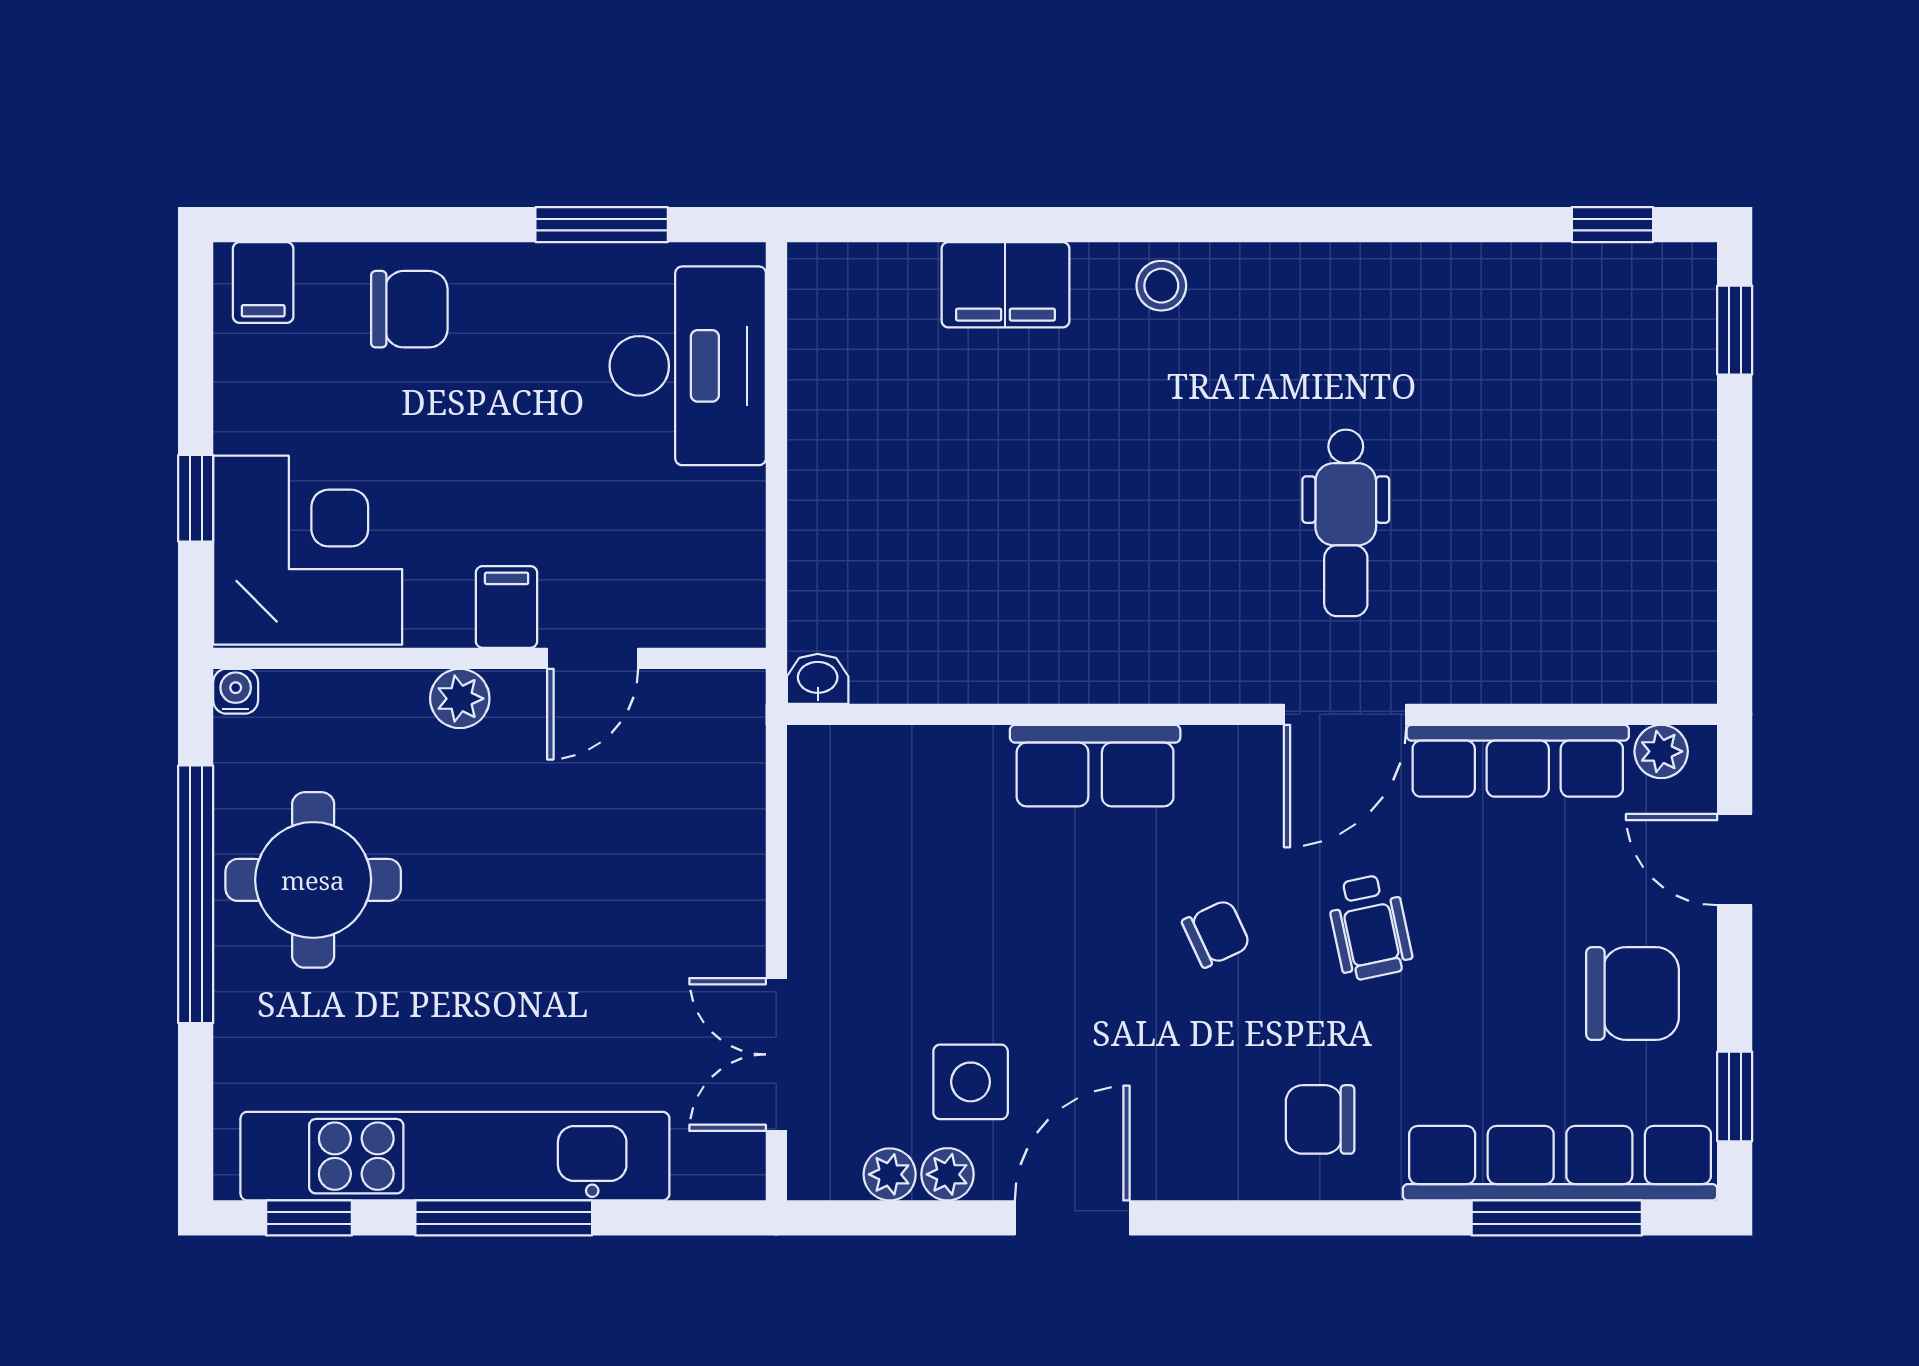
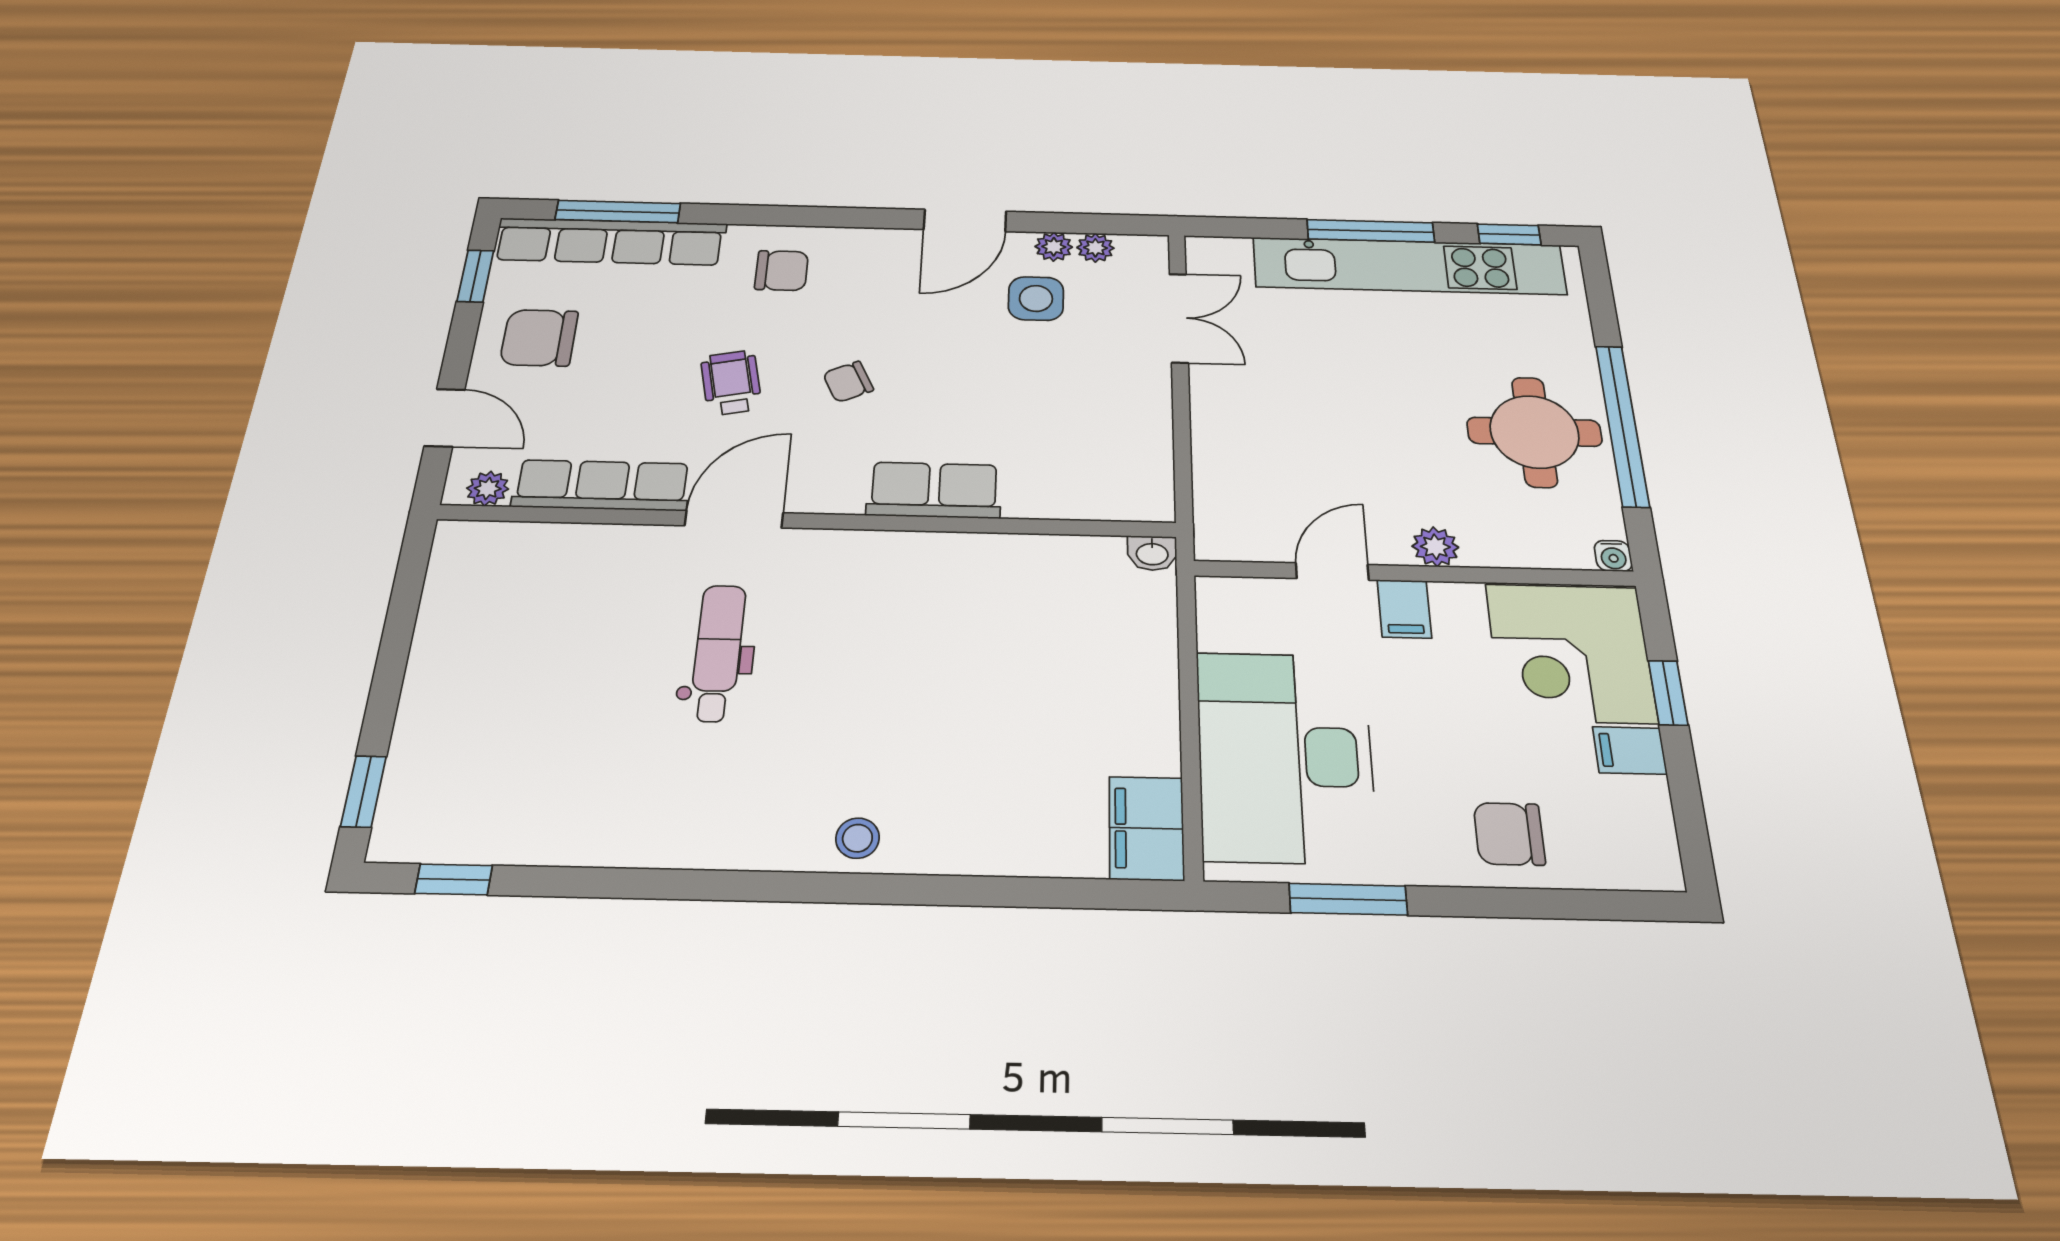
filing cabinet: (263, 282) -> (1630, 750), moved, turned -90
filing cabinet: (1005, 285) -> (1146, 828), moved, turned -90
desk: (688, 366) -> (1285, 756), width x1.36, depth x1.30

